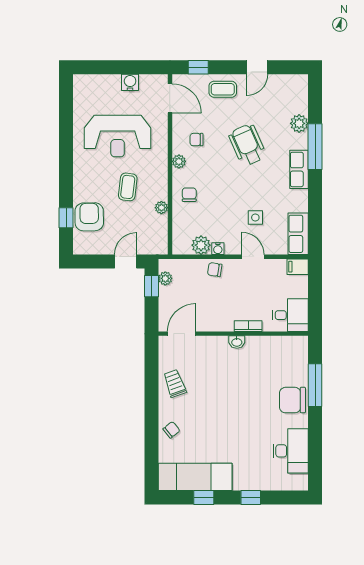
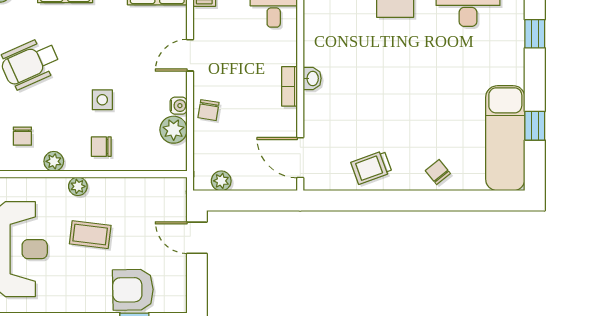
plant: (161, 208) -> (78, 186), moved
side table: (255, 218) -> (102, 100), moved
window: (152, 286) -> (232, 201), removed
bookcase: (248, 326) -> (289, 86), moved
window: (251, 498) -> (535, 34), moved

